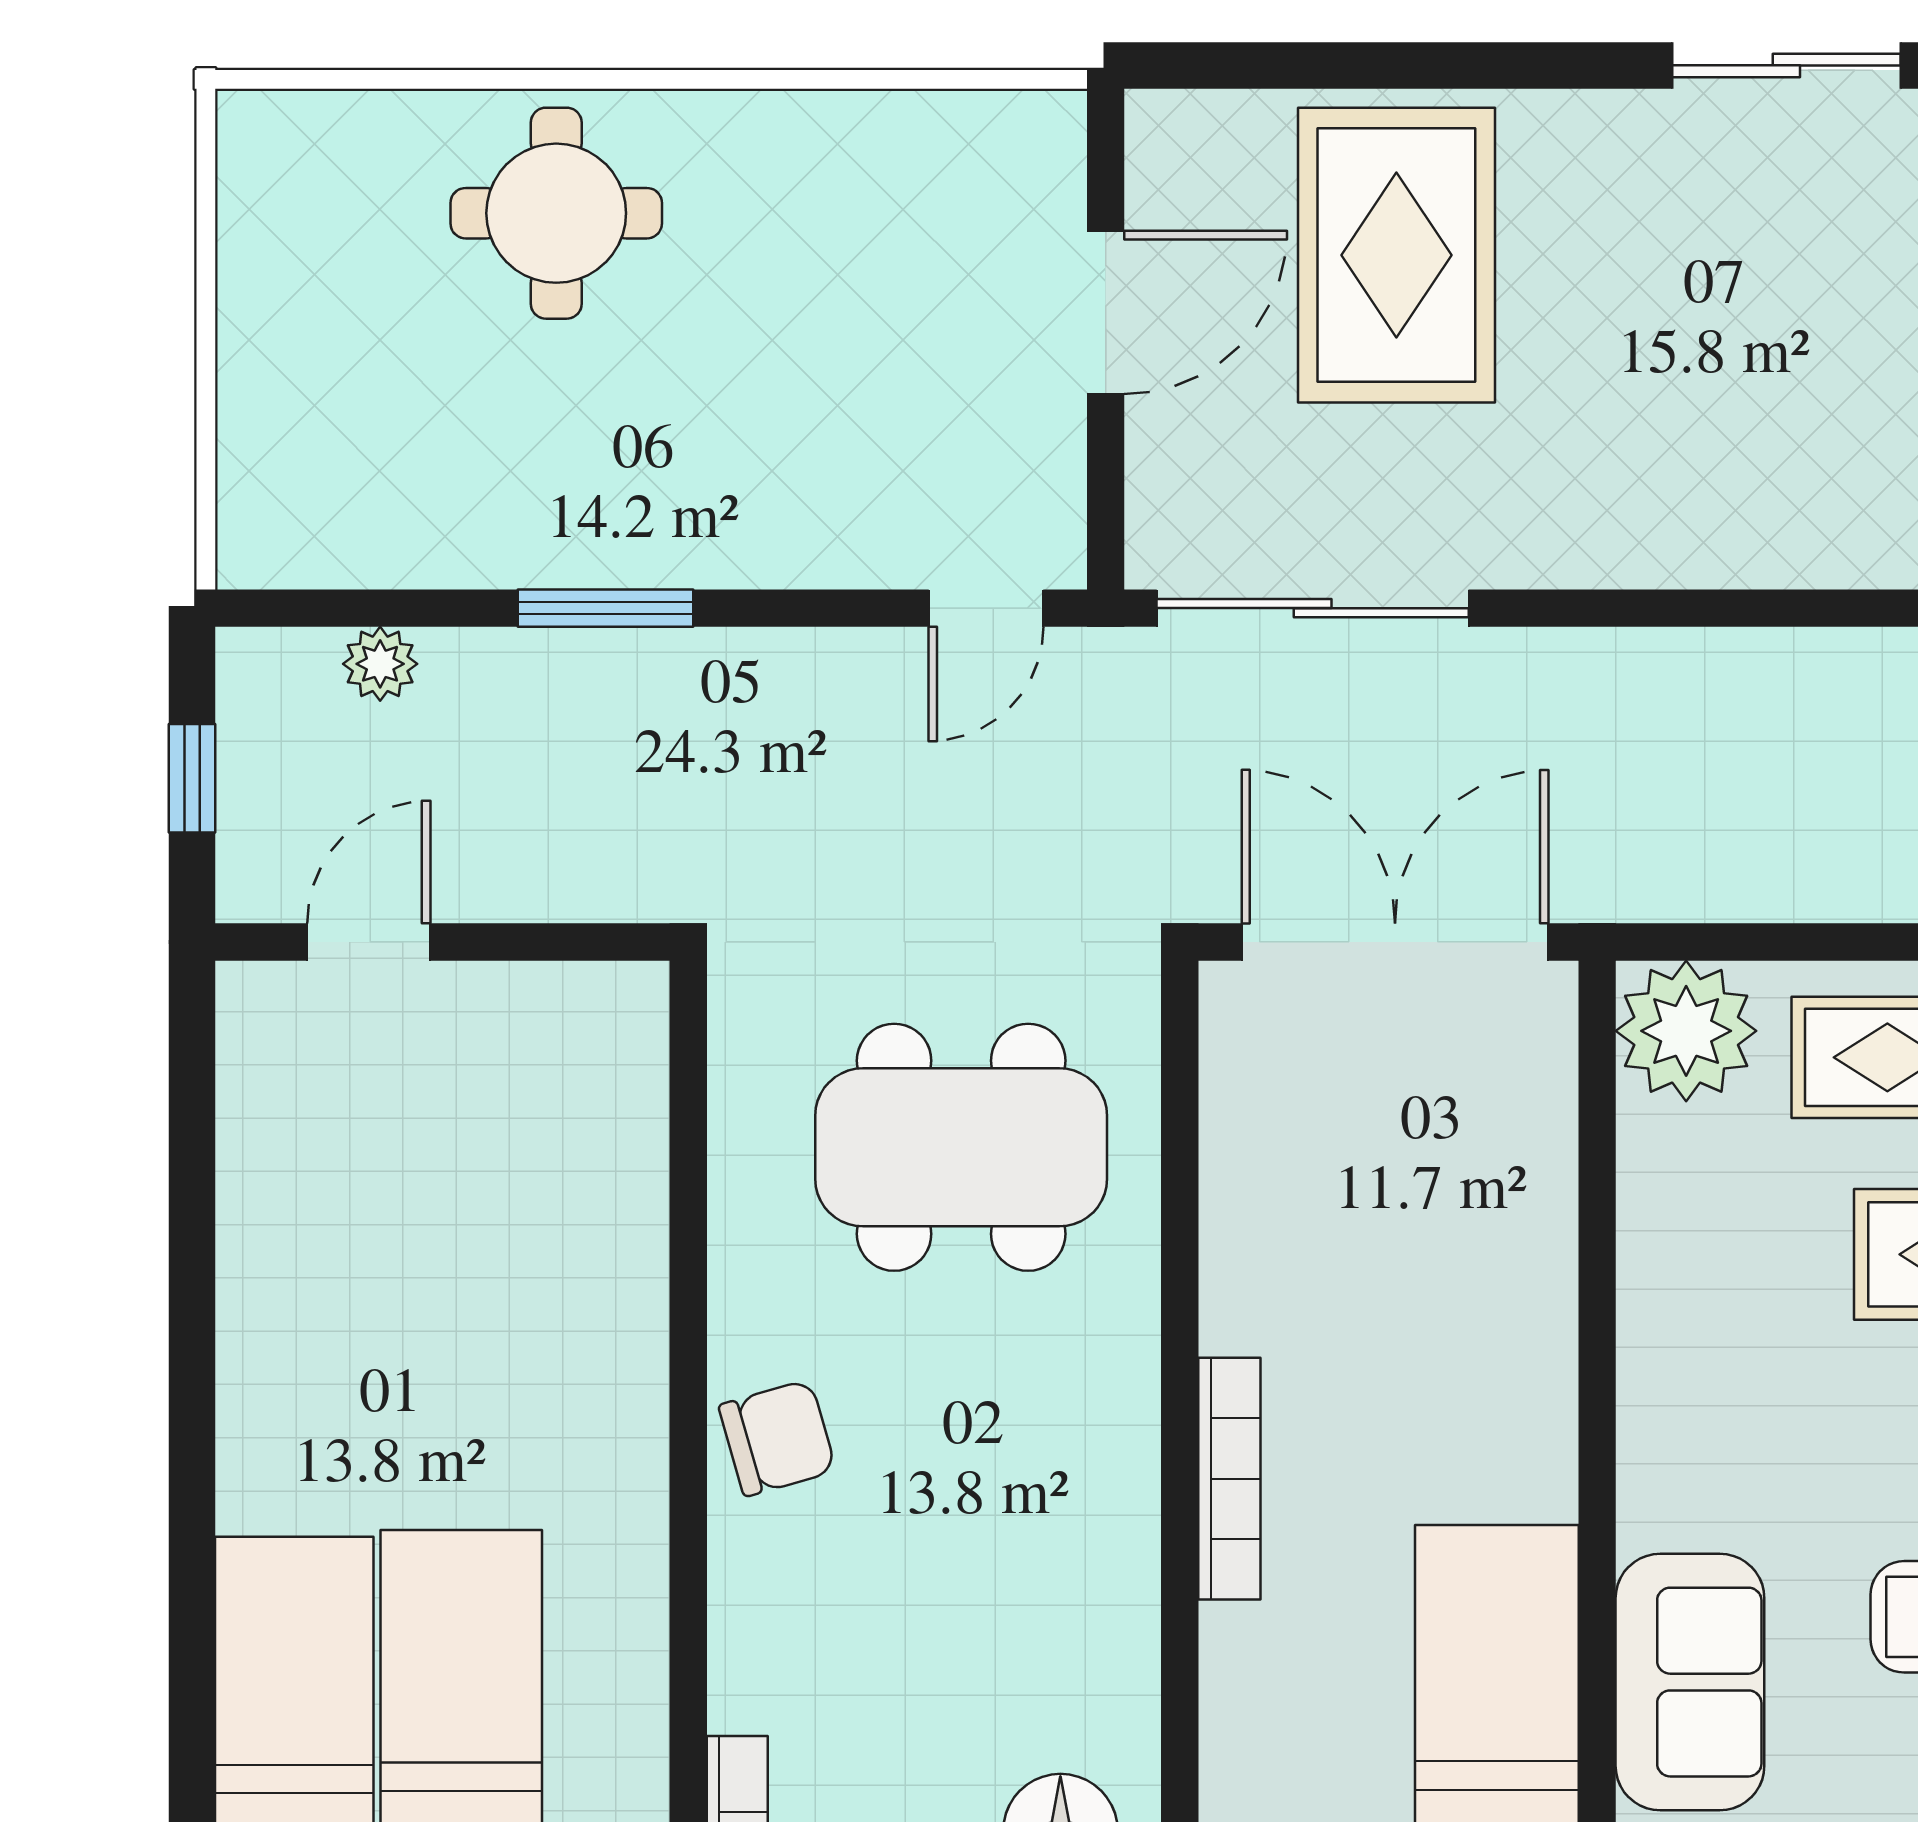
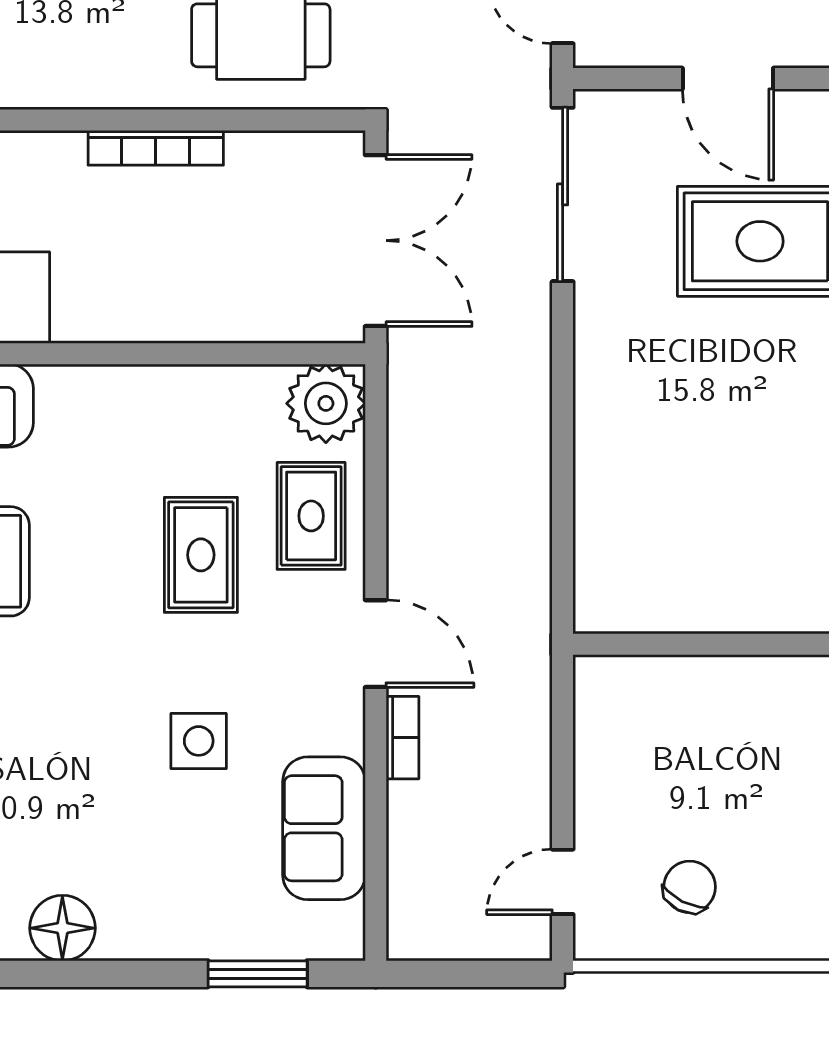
bookcase: (1229, 1479) -> (156, 148), moved

